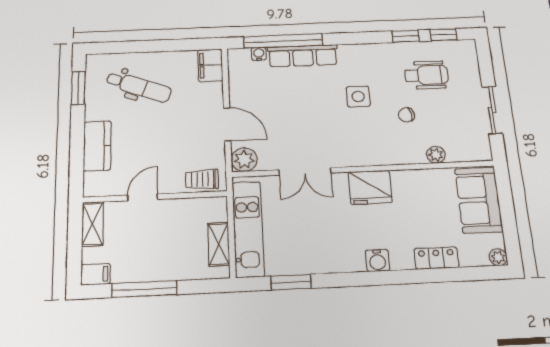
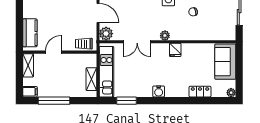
kitchen counter: (97, 146) -> (30, 33), moved
plant: (436, 155) -> (165, 36), moved
fridge: (370, 187) -> (175, 50), width x0.53, depth x0.75
water cooler: (377, 260) -> (159, 91), moved

